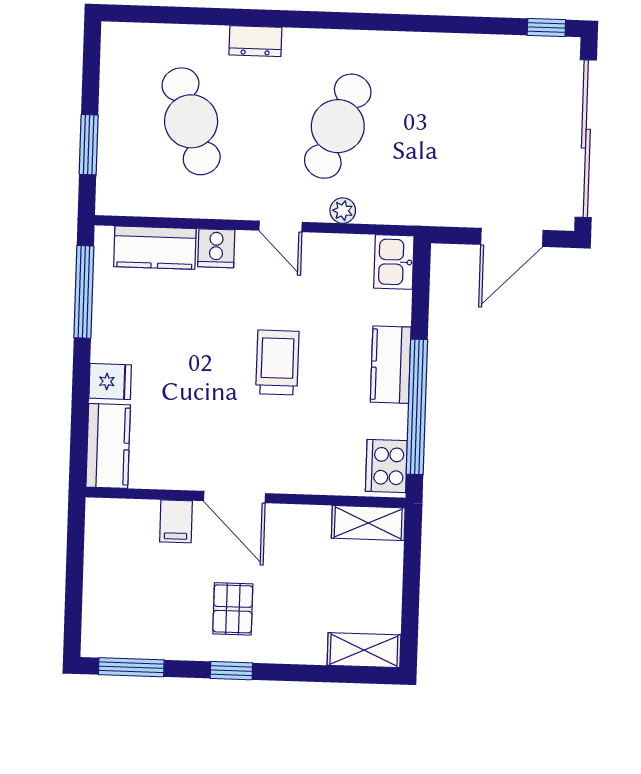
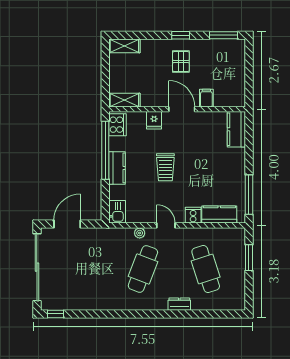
fridge: (110, 382) -> (154, 120), moved, turned -90

